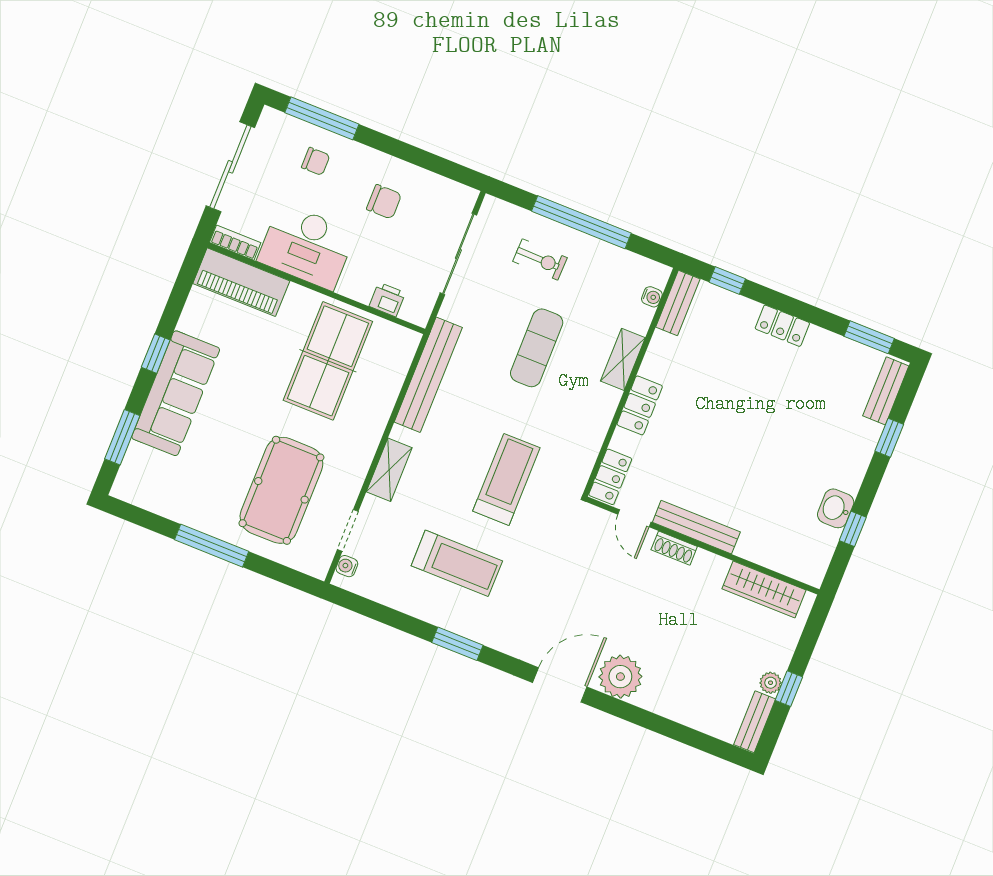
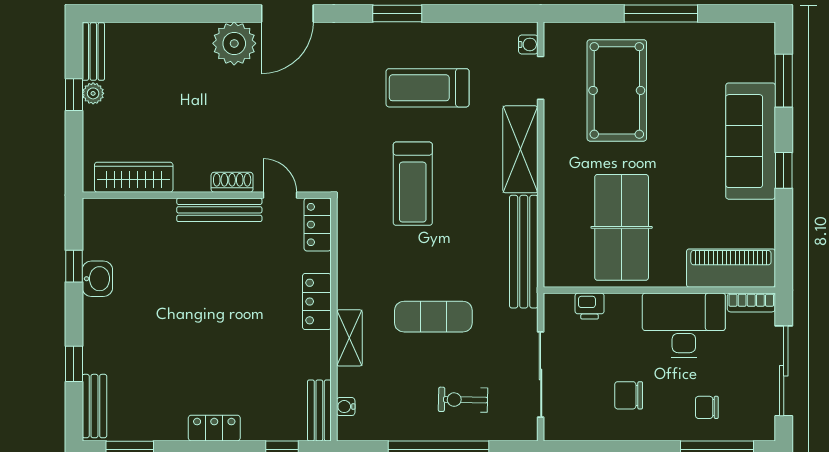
exercise mat: (537, 348) -> (433, 317), turned 90
shelving: (389, 470) -> (520, 149), width x1.50, depth x1.33

